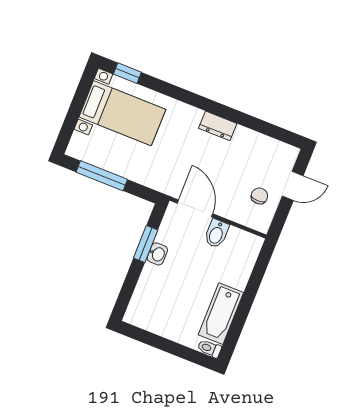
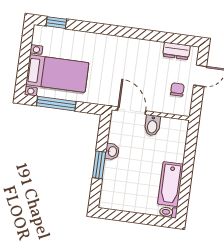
bed with nightstands: (122, 113) -> (57, 74), moved
dresser: (218, 126) -> (176, 51), moved
window: (146, 244) -> (99, 165), moved

